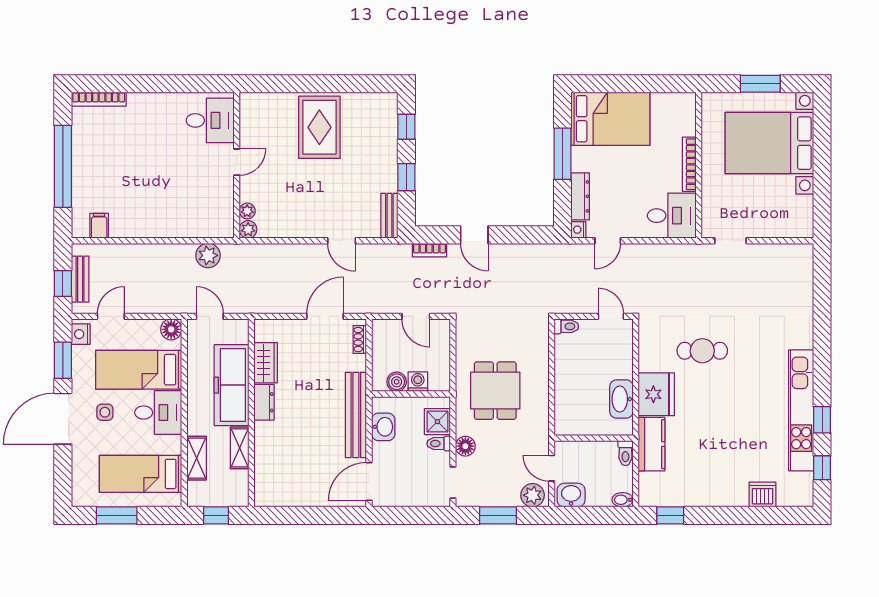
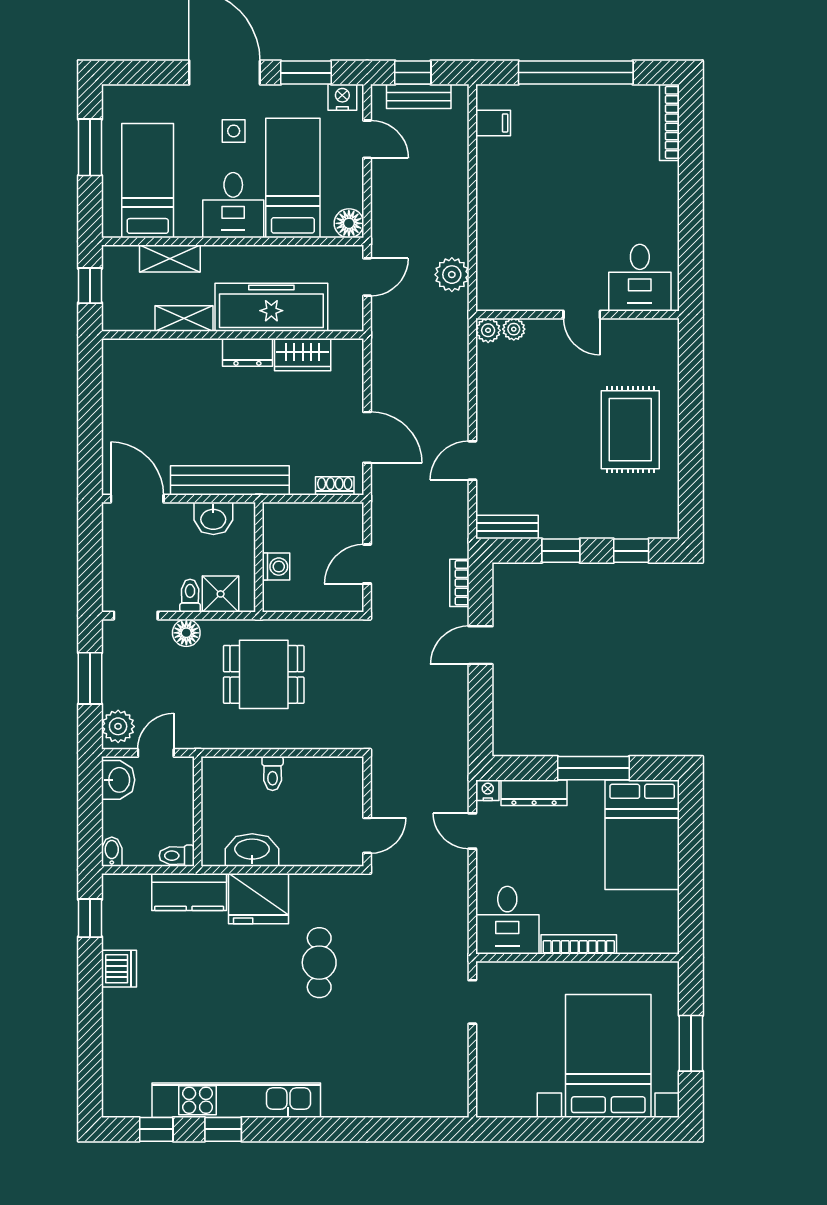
rug: (319, 127) -> (630, 430), turned 90
toilet: (566, 326) -> (273, 773), moved
boiler: (397, 382) -> (276, 537), removed
dishwasher: (763, 495) -> (119, 969), moved

